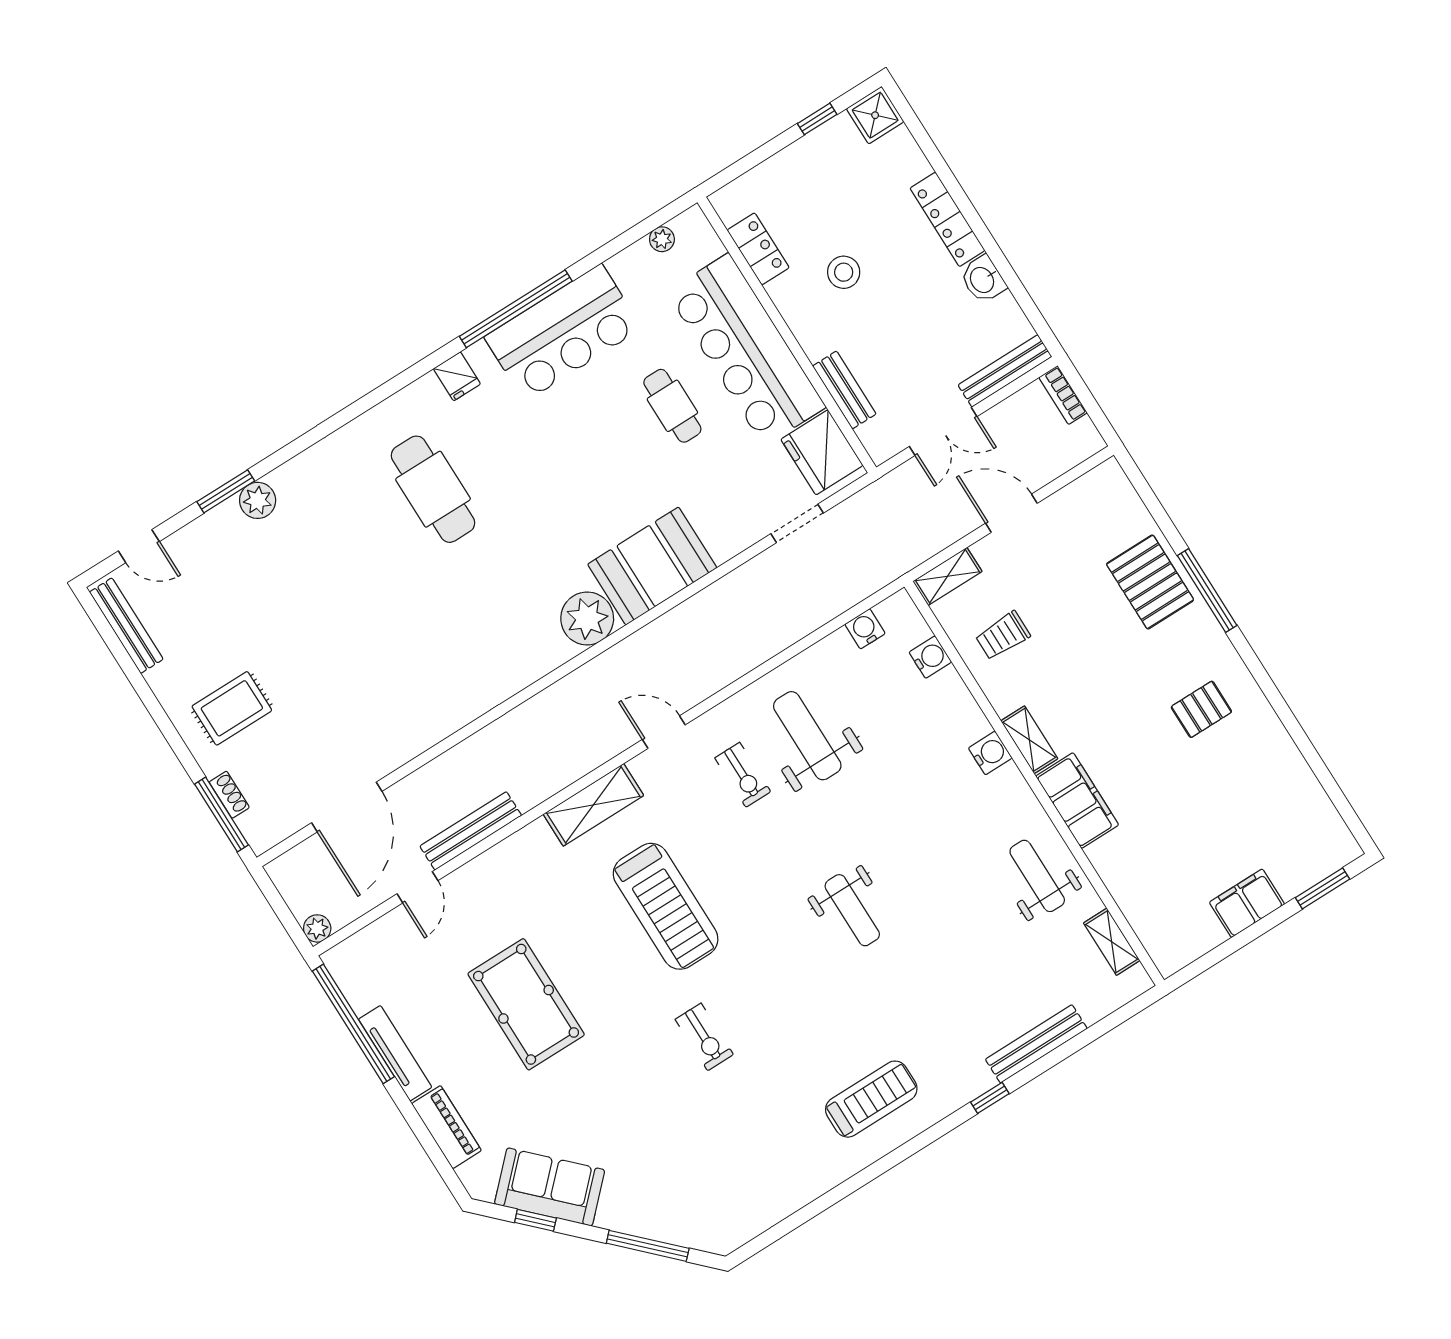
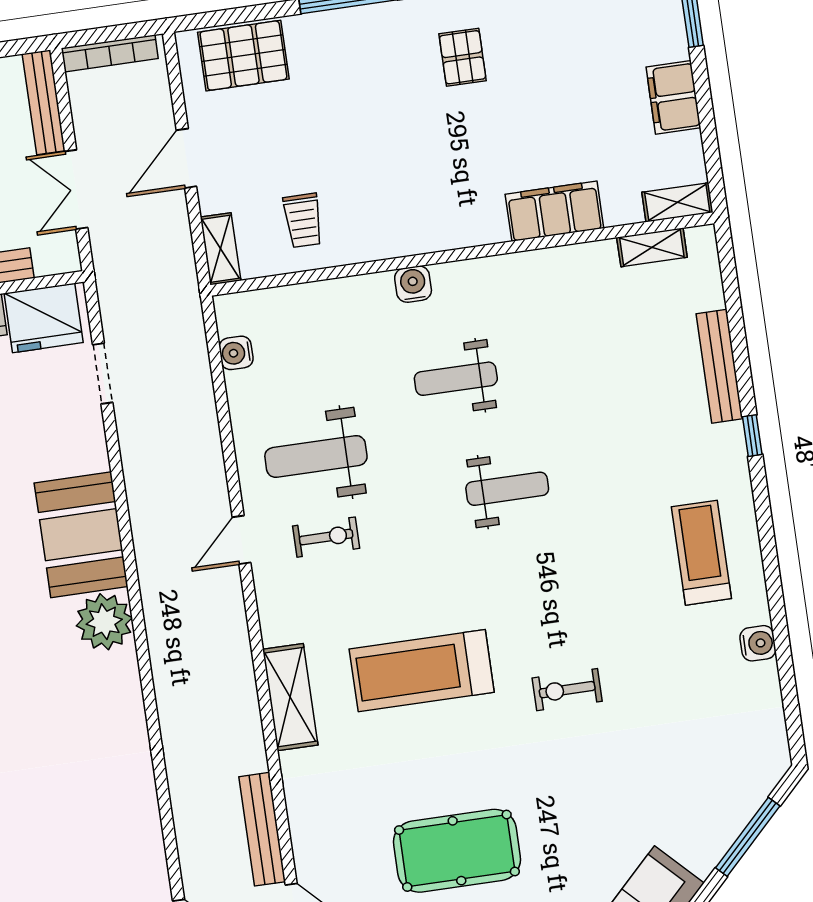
bookcase: (1063, 395) -> (110, 53), width x1.56
double door: (943, 431) -> (76, 190), swing flipped
pallet: (1150, 582) -> (243, 56), moved
water cooler: (930, 657) -> (758, 643), moved, turned 90
door: (664, 732) -> (241, 540), moved
shelving: (1029, 740) -> (677, 202), moved
filing cabinet: (1077, 801) -> (554, 211), moved
weight bench: (1037, 876) -> (456, 379), moved
treadmill: (666, 906) -> (422, 671), turned 180
exercise bike: (704, 1037) -> (567, 690), turned 180

